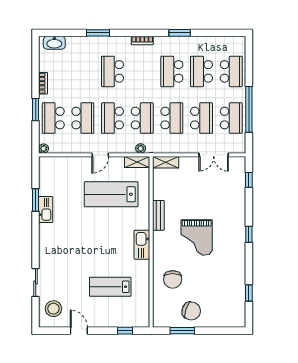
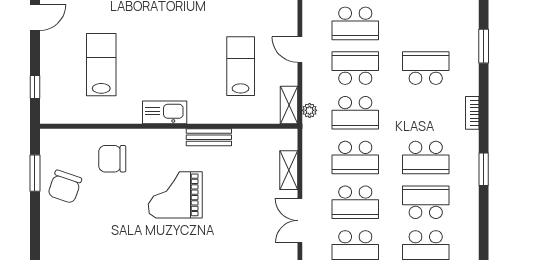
school desk: (172, 71) -> (426, 158), turned 180
shelving: (166, 162) -> (289, 170), moved
lab bench: (111, 194) -> (241, 66), width x0.73, depth x0.72

